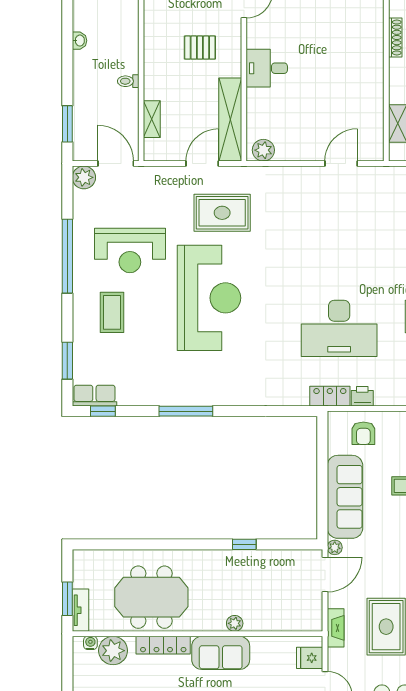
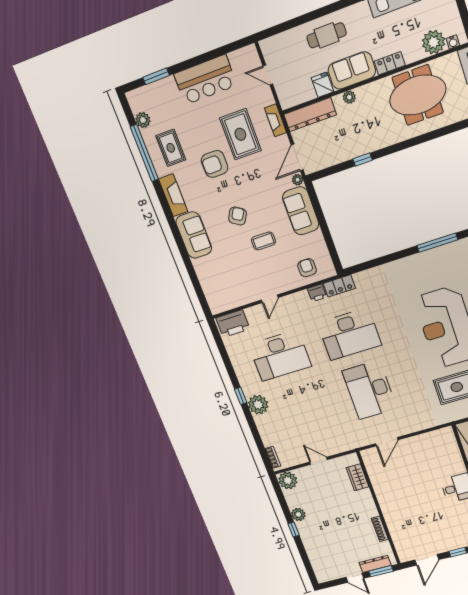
plant: (263, 150) -> (442, 436), removed
desk: (339, 244) -> (370, 390), added
desk: (339, 328) -> (349, 334), turned 180
sofa: (345, 497) -> (301, 211), width x0.73
dresser: (290, 620) -> (310, 115), added
locker: (163, 645) -> (390, 63), width x0.66
fridge: (310, 658) -> (323, 85), moved, turned -90

